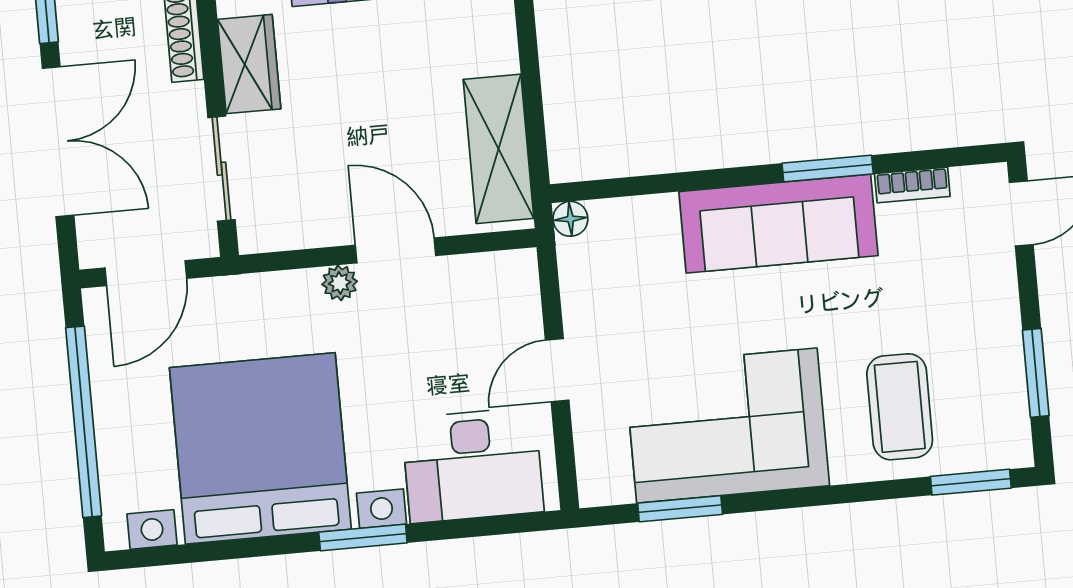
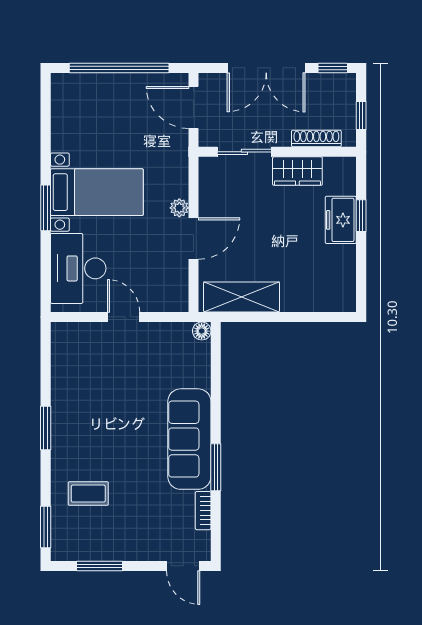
coffee table: (900, 407) -> (88, 494), width x0.73, depth x0.77
corner sofa: (727, 426) -> (87, 403), removed
bed with nightstands: (260, 448) -> (97, 192), width x0.54
window: (680, 509) -> (46, 428), moved

